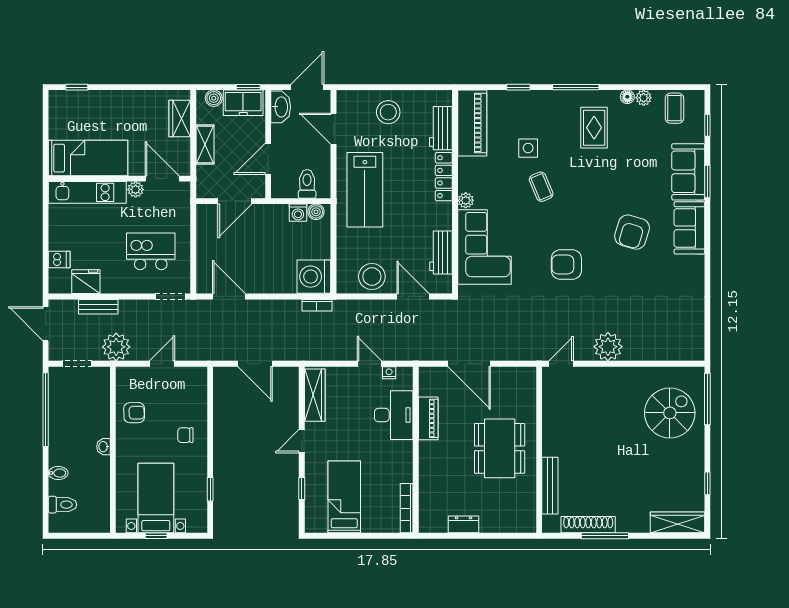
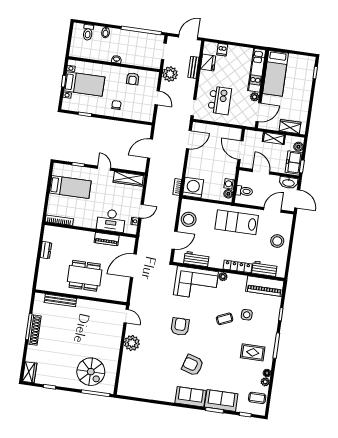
wardrobe: (677, 522) -> (30, 372), width x0.67
shoe rack: (588, 525) -> (34, 330), moved

